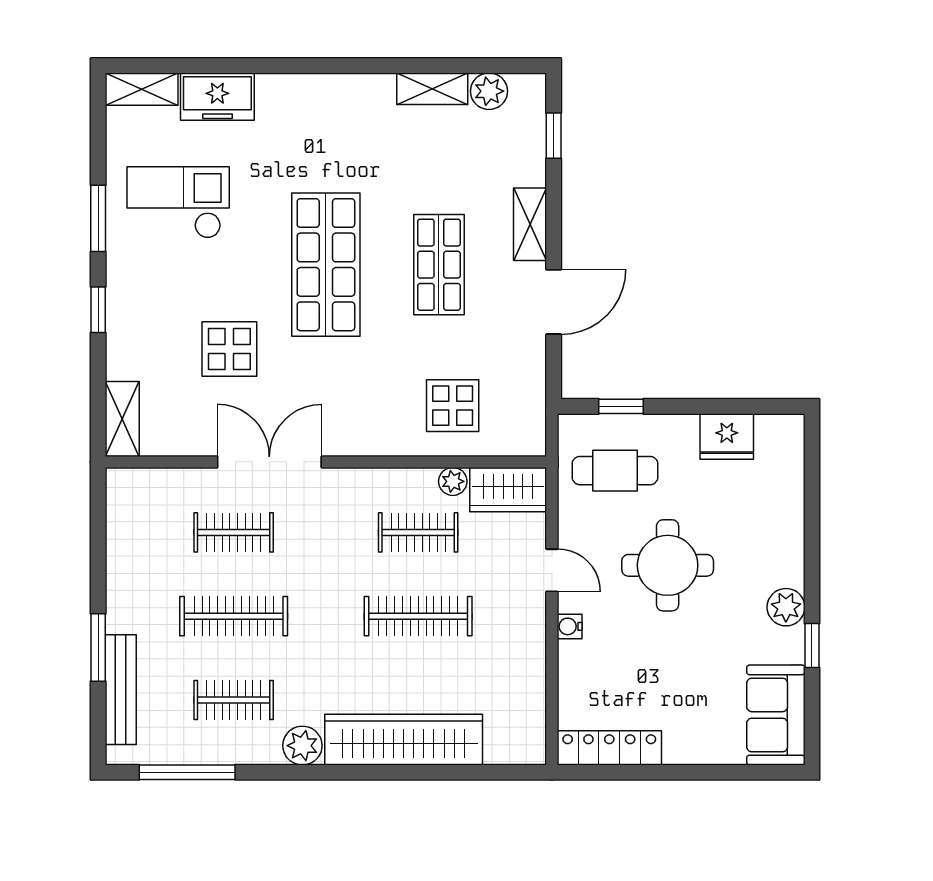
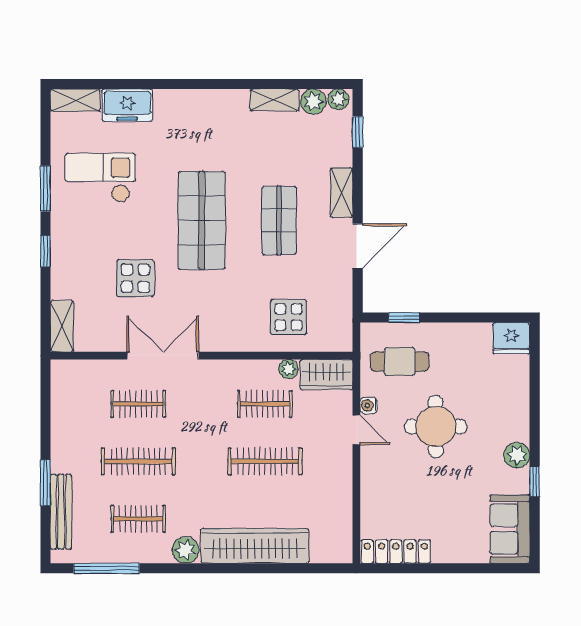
plant: (526, 88) -> (338, 99), added
fridge: (727, 437) -> (511, 338), moved
water cooler: (570, 626) -> (369, 405), moved

